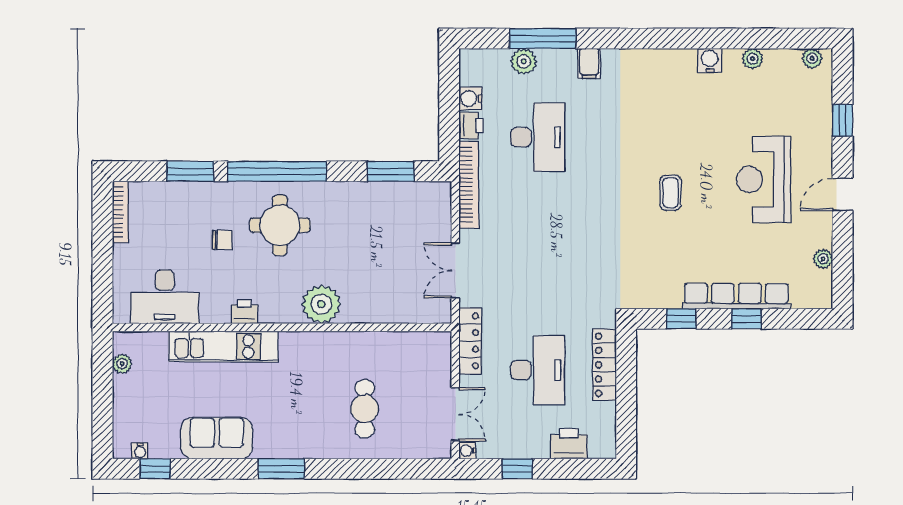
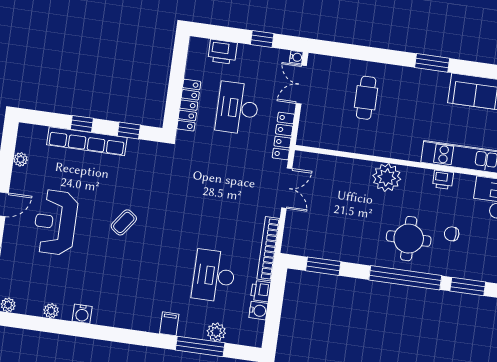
reception desk: (764, 180) -> (55, 222), turned 180
coffee table: (671, 193) -> (124, 222), turned 36

